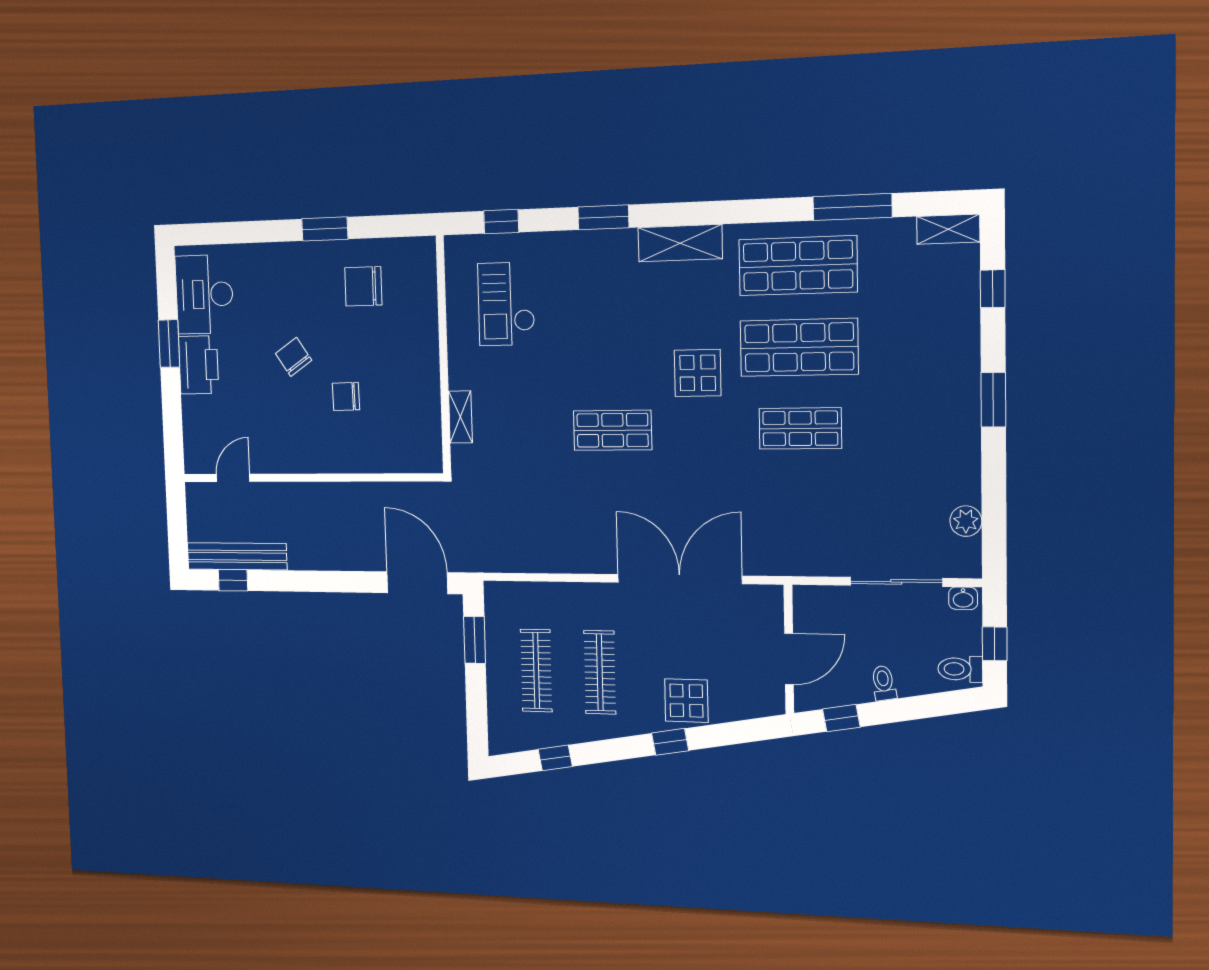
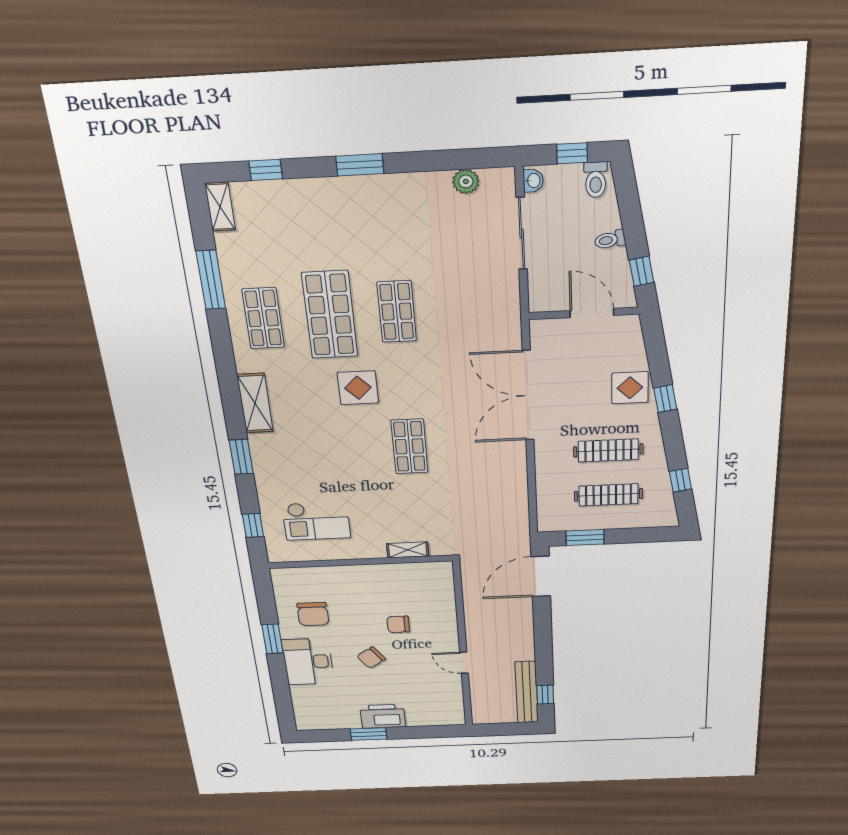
shop shelf: (798, 266) -> (263, 318), width x0.70, depth x0.74
desk: (204, 294) -> (308, 662), moved, turned 90
chair: (346, 396) -> (398, 624), turned 91
door: (233, 478) -> (464, 663), moved

